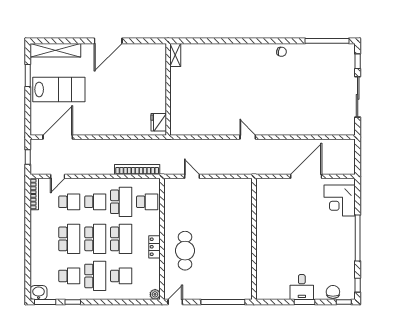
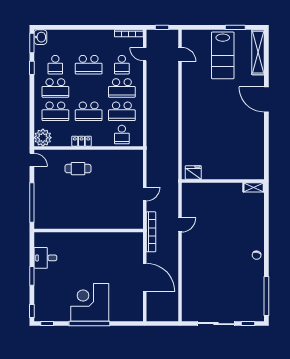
shelving: (175, 55) -> (254, 187), moved
wall: (168, 89) -> (223, 181), moved
fridge: (159, 122) -> (193, 172), moved
door: (58, 137) -> (180, 54), width x0.53
bookcase: (137, 169) -> (151, 232), moved
door: (192, 176) -> (145, 194), moved
corner desk: (340, 201) -> (90, 302), moved, width x1.36, depth x1.36
school desk: (95, 202) -> (122, 88), width x1.85
school desk: (95, 239) -> (89, 88), removed
cafe table: (185, 251) -> (78, 169), width x0.73, depth x0.74
school desk: (121, 276) -> (55, 111), width x1.85
desk: (302, 287) -> (45, 258), moved
chair: (333, 292) -> (41, 301), removed
plant: (155, 294) -> (43, 138), width x1.87, depth x1.87

